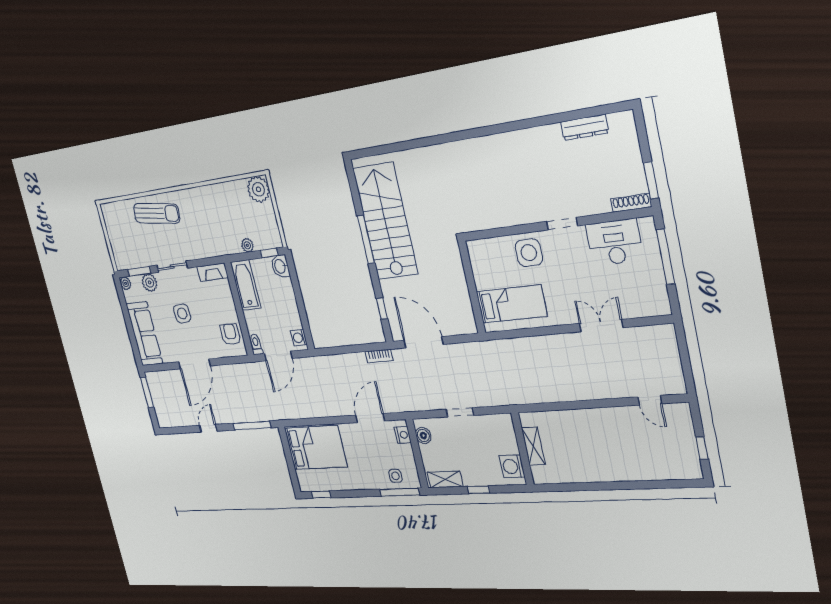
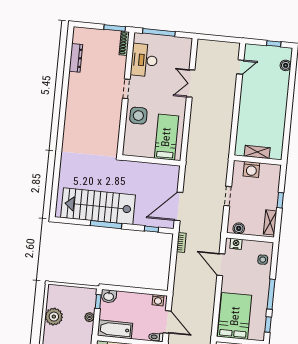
plant: (258, 189) -> (54, 317), moved
washing machine: (512, 466) -> (251, 169), moved
boiler: (673, 471) -> (286, 65), added
window: (399, 492) -> (271, 294), moved

